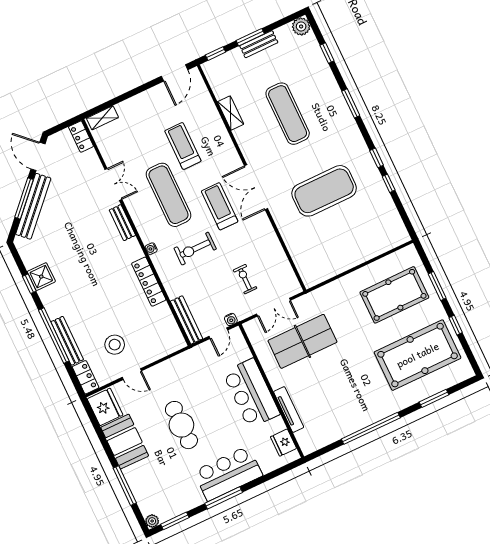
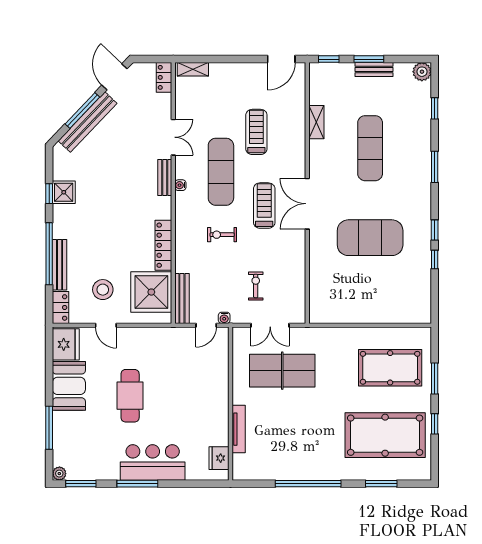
water cooler: (151, 249) -> (180, 185), moved
exercise bike: (195, 249) -> (222, 235), width x0.73, depth x0.72
shower: (157, 327) -> (151, 292), added
bar counter: (251, 393) -> (210, 397), removed

